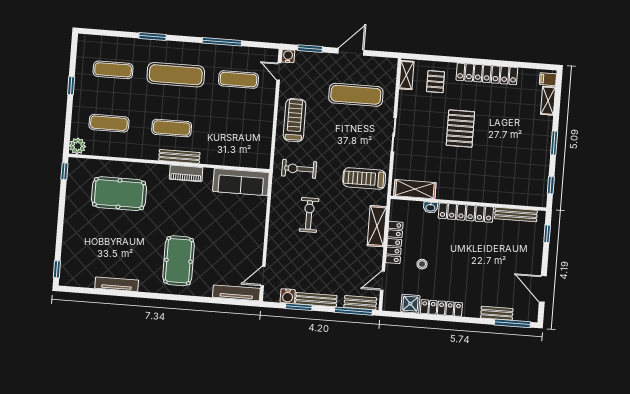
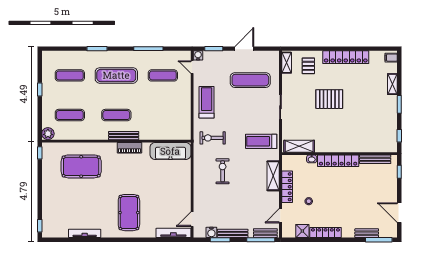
shelving: (548, 101) -> (392, 84), moved
pallet: (460, 129) -> (329, 99), turned 90

